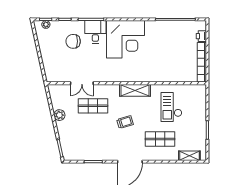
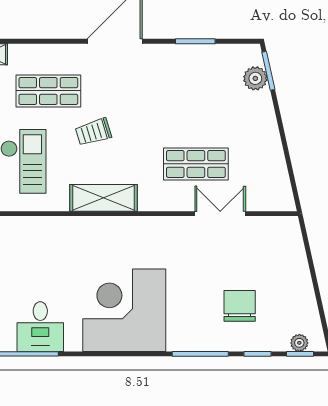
desk: (95, 32) -> (40, 327), moved
chair: (73, 41) -> (240, 306), turned -90
plant: (59, 115) -> (255, 78), moved
trolley: (125, 122) -> (93, 132), moved

